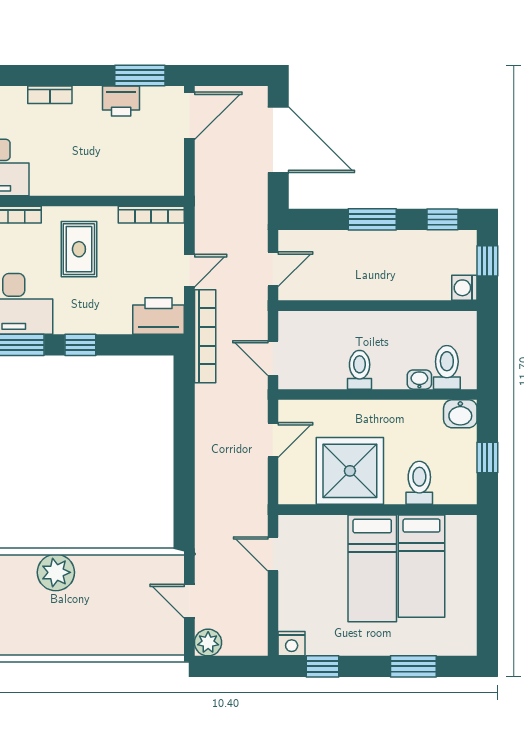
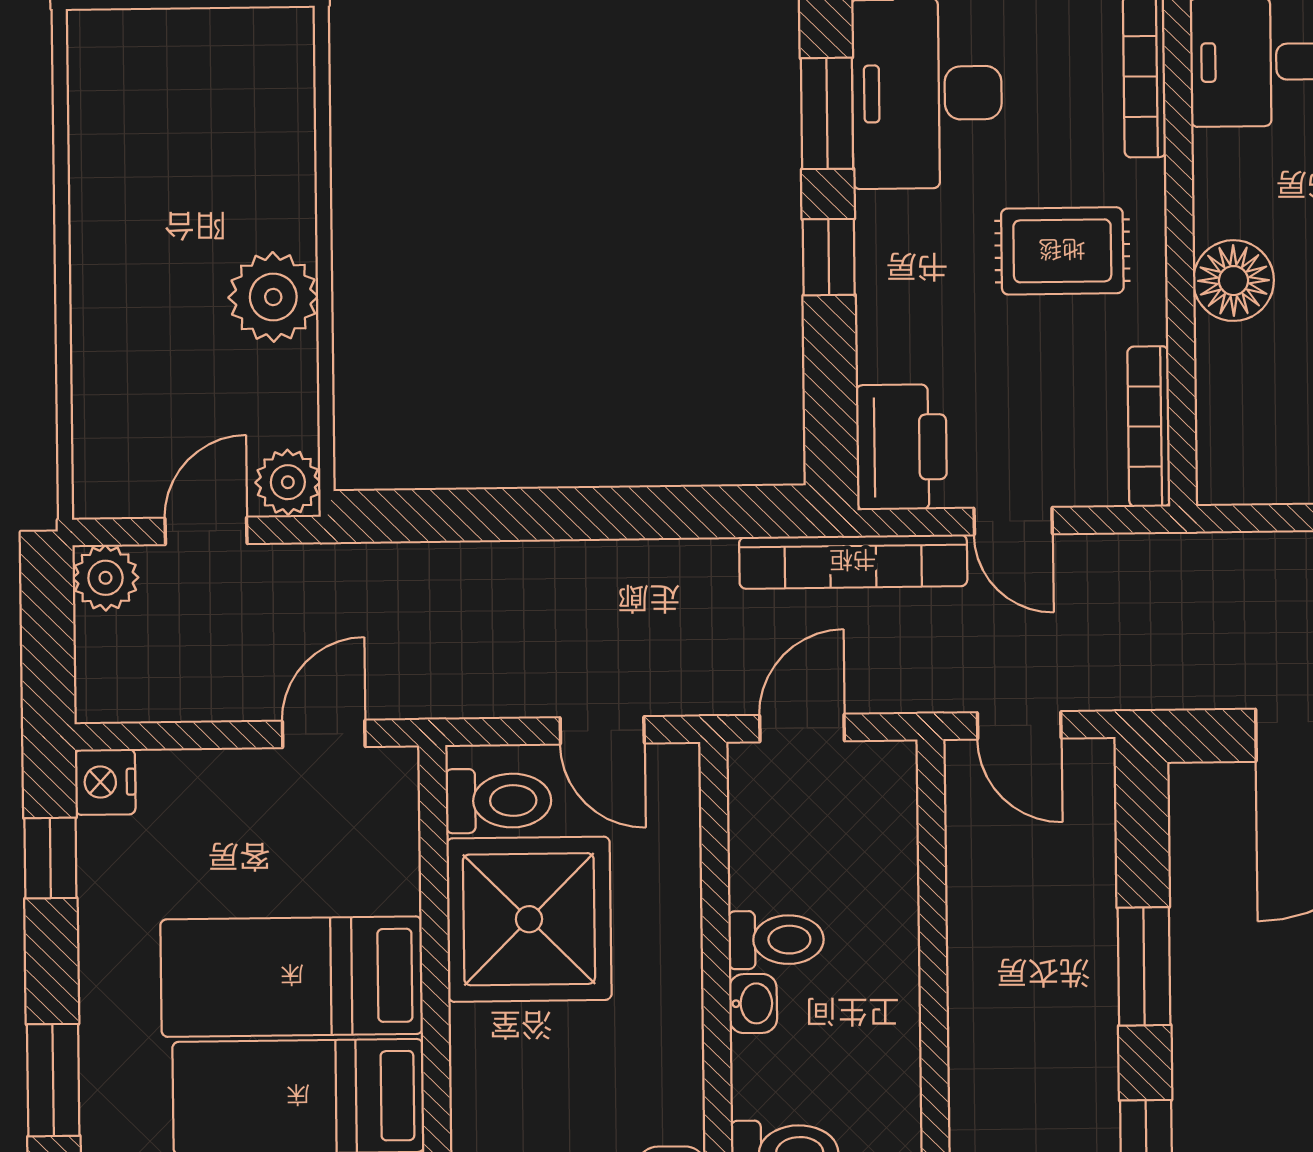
floor lamp: (92, 179) -> (1234, 281), added
washbasin: (419, 380) -> (753, 1003), moved
toilet: (419, 483) -> (498, 801), moved
plant: (170, 567) -> (288, 482), added
plant: (56, 572) -> (273, 297), moved

